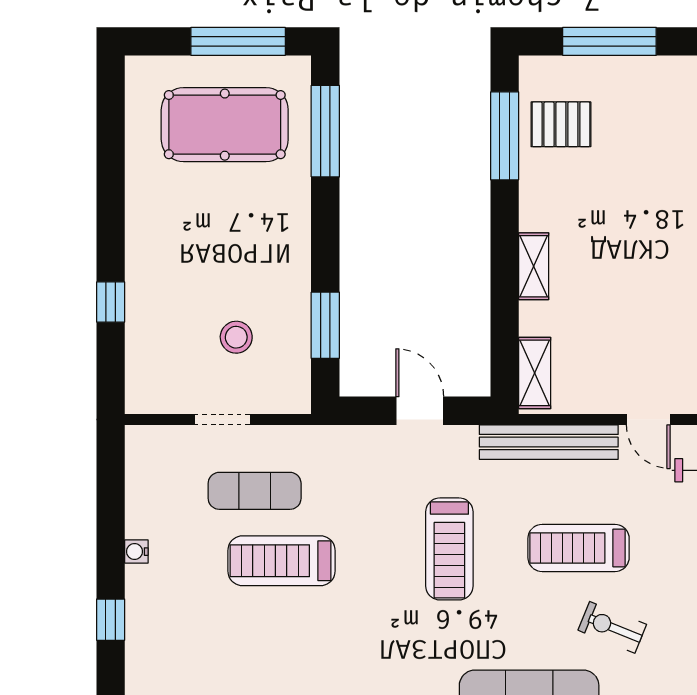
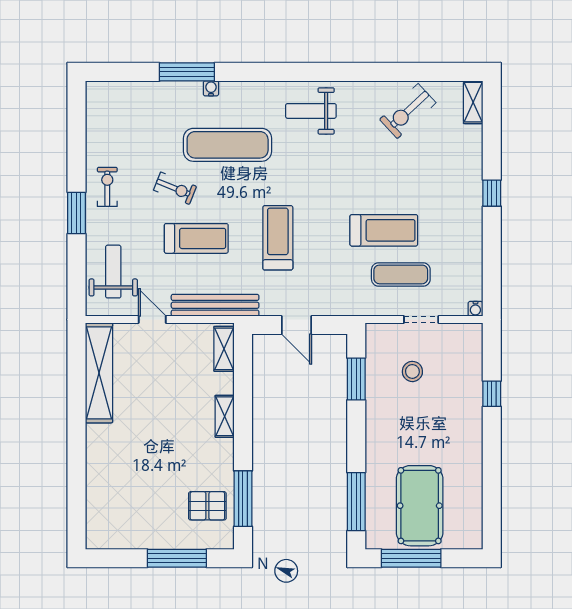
pool table: (225, 125) -> (420, 506), turned 90
water cooler: (136, 552) -> (475, 309), moved, turned 90

